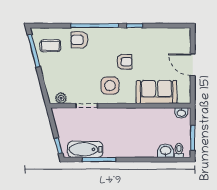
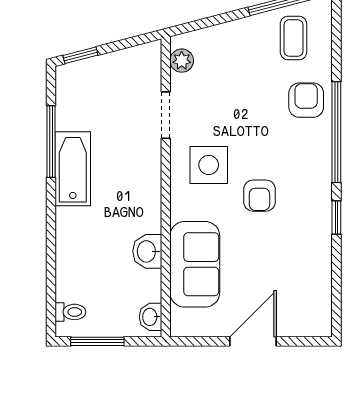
bathtub: (85, 149) -> (73, 169), moved
washbasin: (166, 151) -> (147, 251), moved, turned 180

